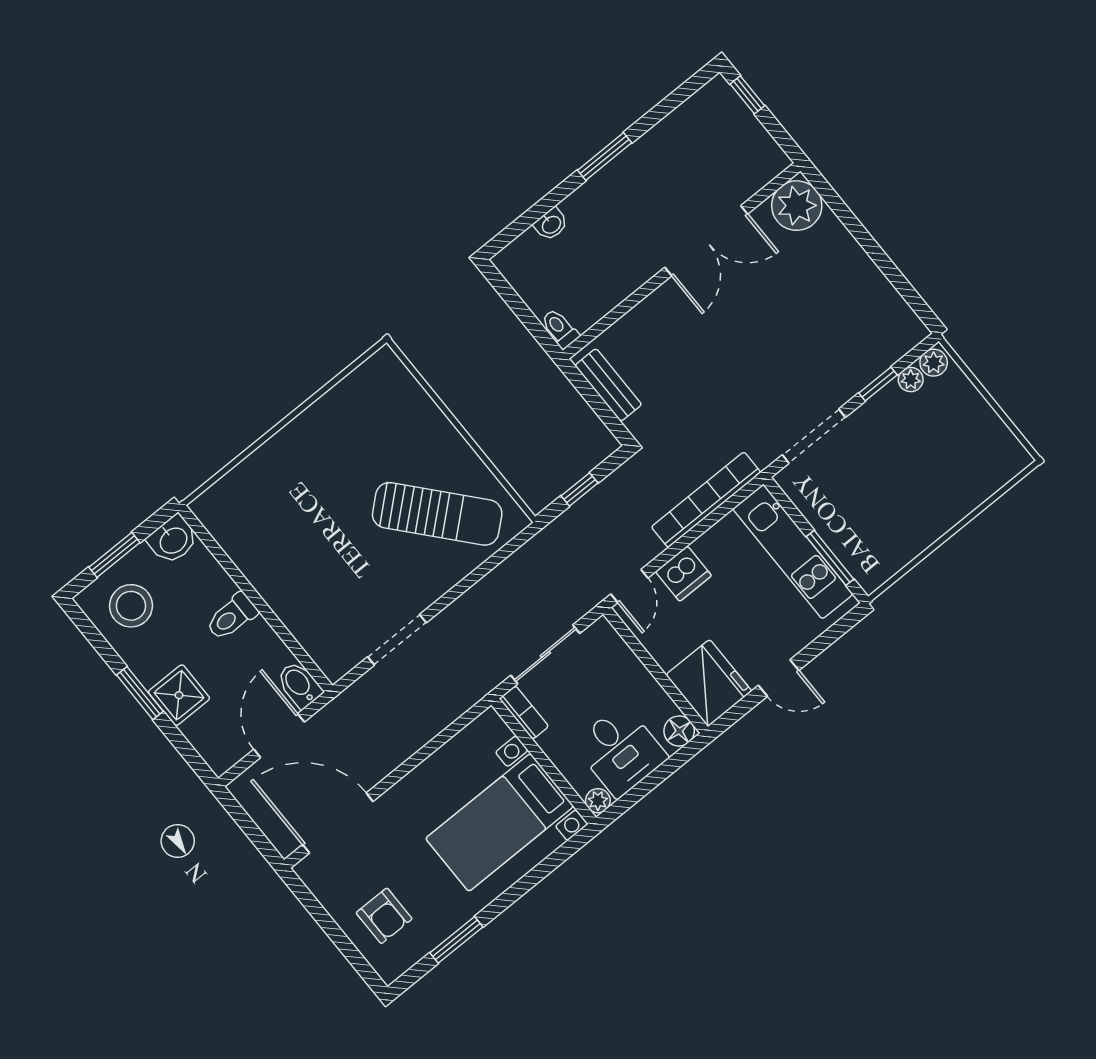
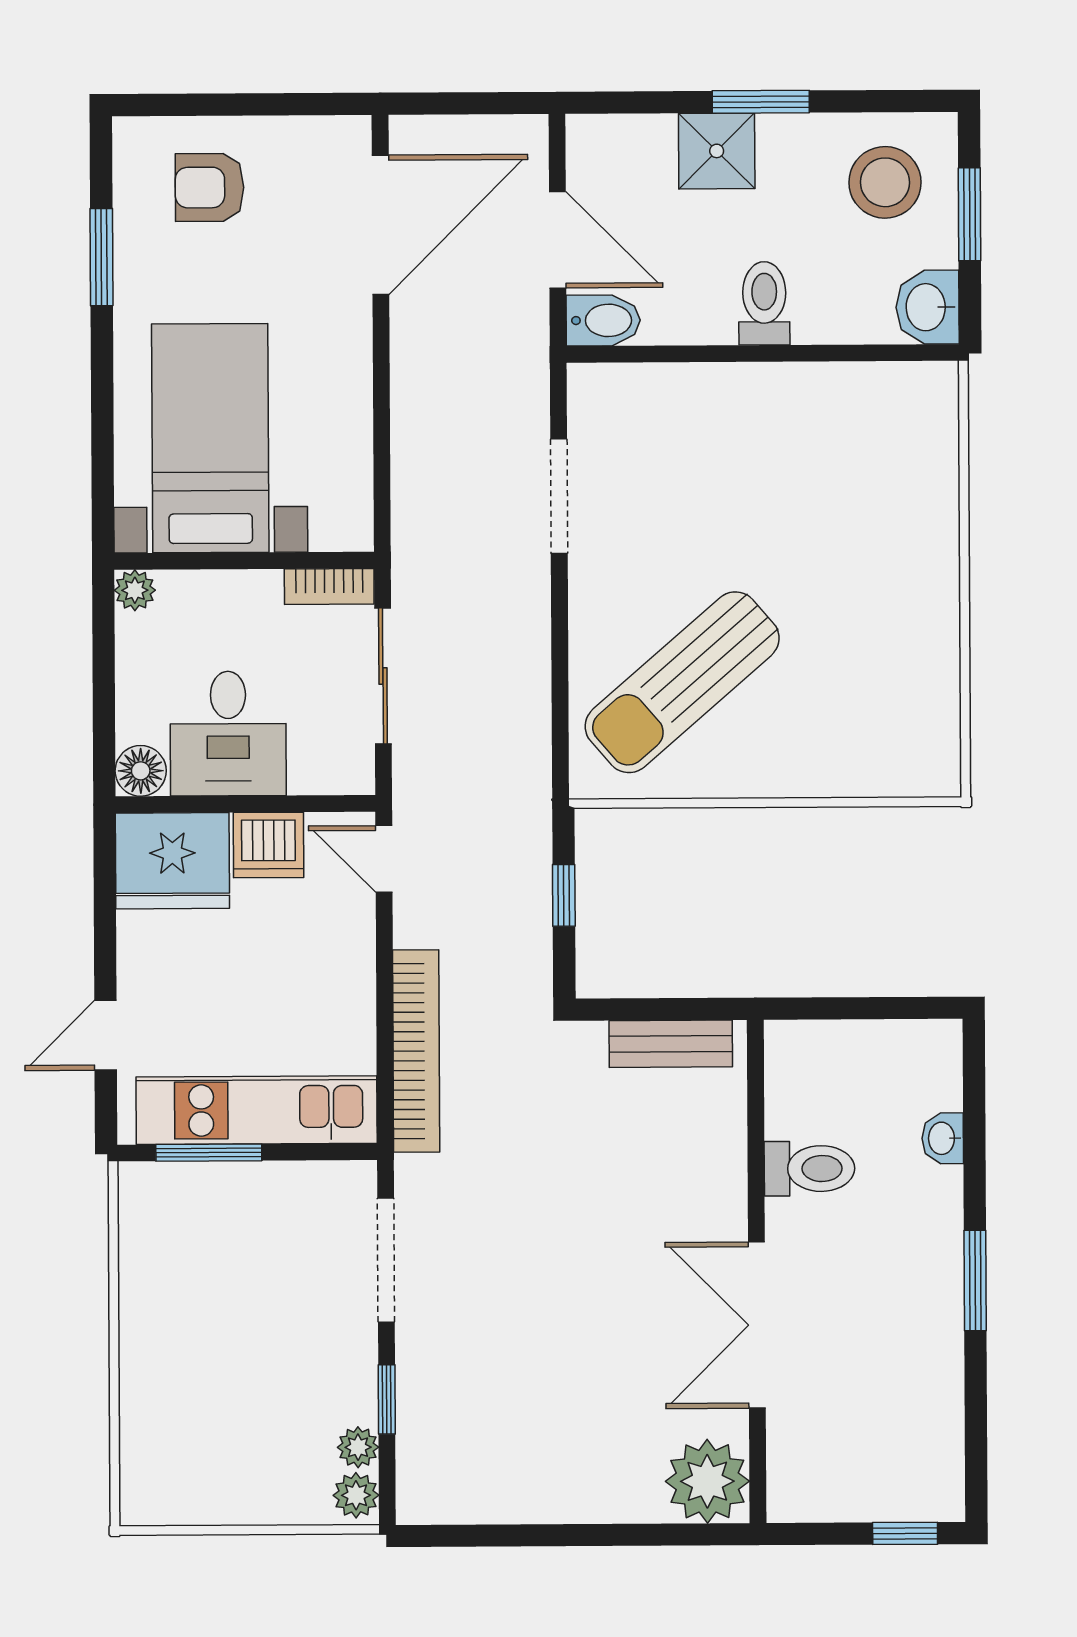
toilet: (560, 329) -> (809, 1169), moved, width x1.37, depth x1.39
dishwasher: (683, 574) -> (268, 845), moved, turned -90
door: (779, 678) -> (106, 1035), moved
desk: (620, 751) -> (228, 734), moved, turned -90

